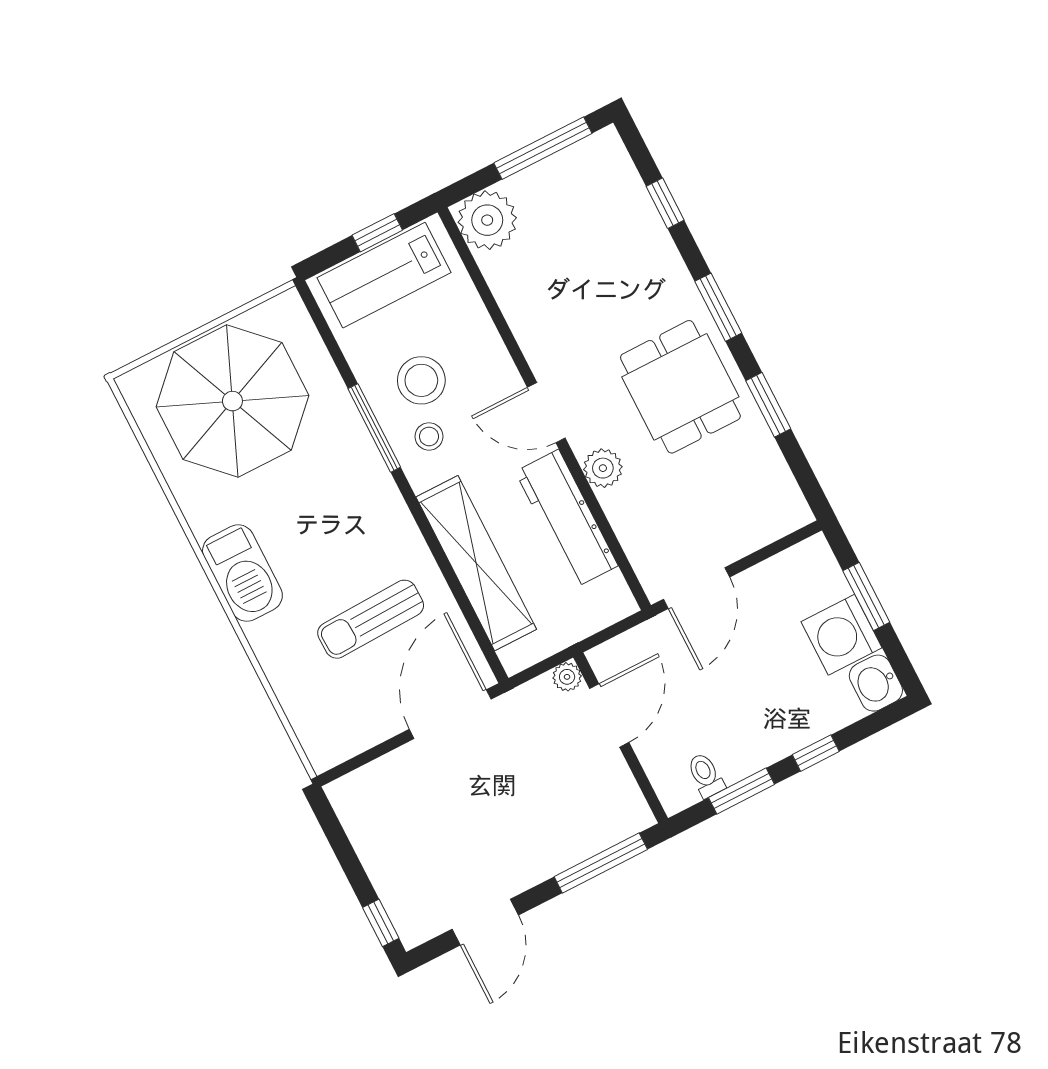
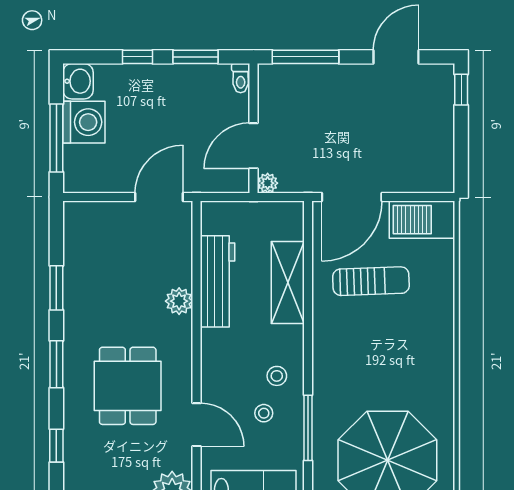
stool: (421, 380) -> (264, 413), width x0.53, depth x0.53
dining table: (680, 387) -> (128, 386), moved
door: (546, 413) -> (197, 425), moved
window: (374, 428) -> (308, 428), moved
shelving: (476, 563) -> (288, 282), width x0.68
barbecue: (242, 573) -> (422, 220), moved, turned -90
window: (866, 597) -> (56, 138), width x1.44
toilet: (706, 775) -> (241, 78), moved

